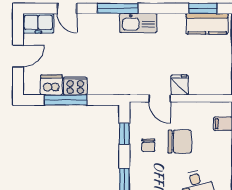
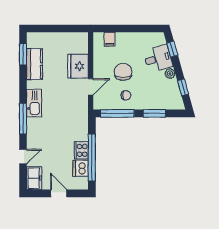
kitchen counter: (207, 24) -> (35, 64), moved
fridge: (180, 85) -> (78, 66), width x1.88, depth x1.34
window: (66, 100) -> (92, 158), width x1.46
window: (124, 134) -> (117, 113), width x2.17

